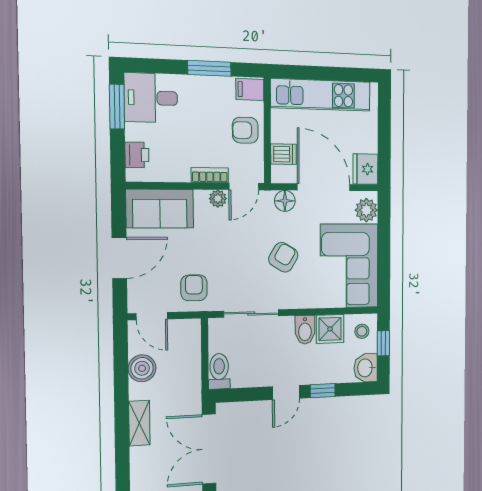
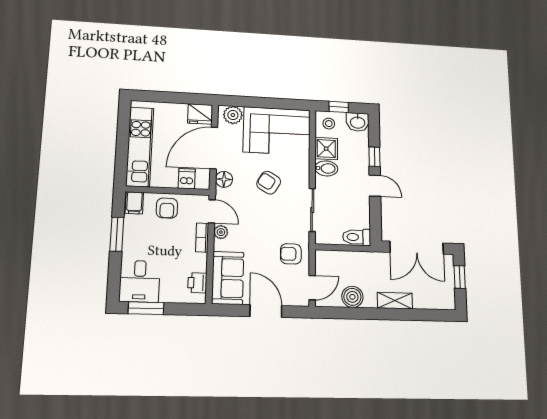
printer: (137, 155) -> (197, 283), moved, turned -90

